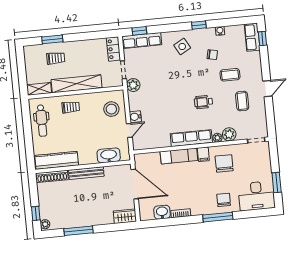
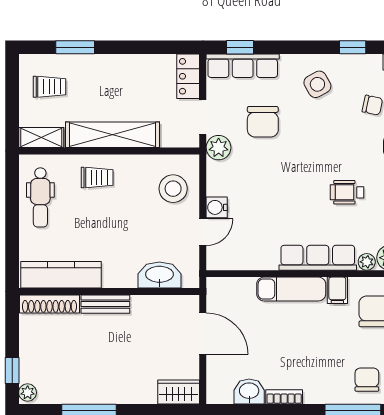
trolley: (56, 58) -> (50, 87), moved
chair: (155, 69) -> (263, 122), added
bench: (86, 173) -> (105, 304), width x0.73
door: (135, 184) -> (203, 334), width x0.73

